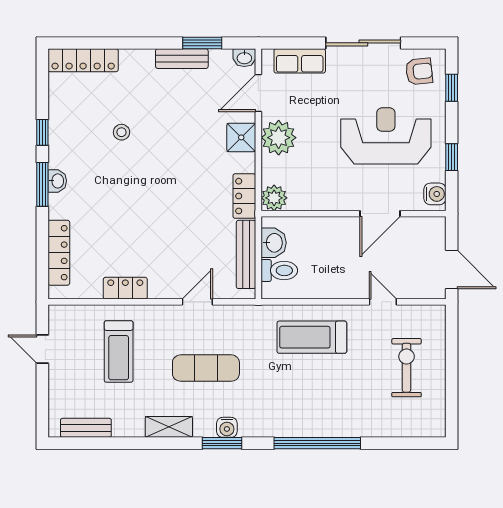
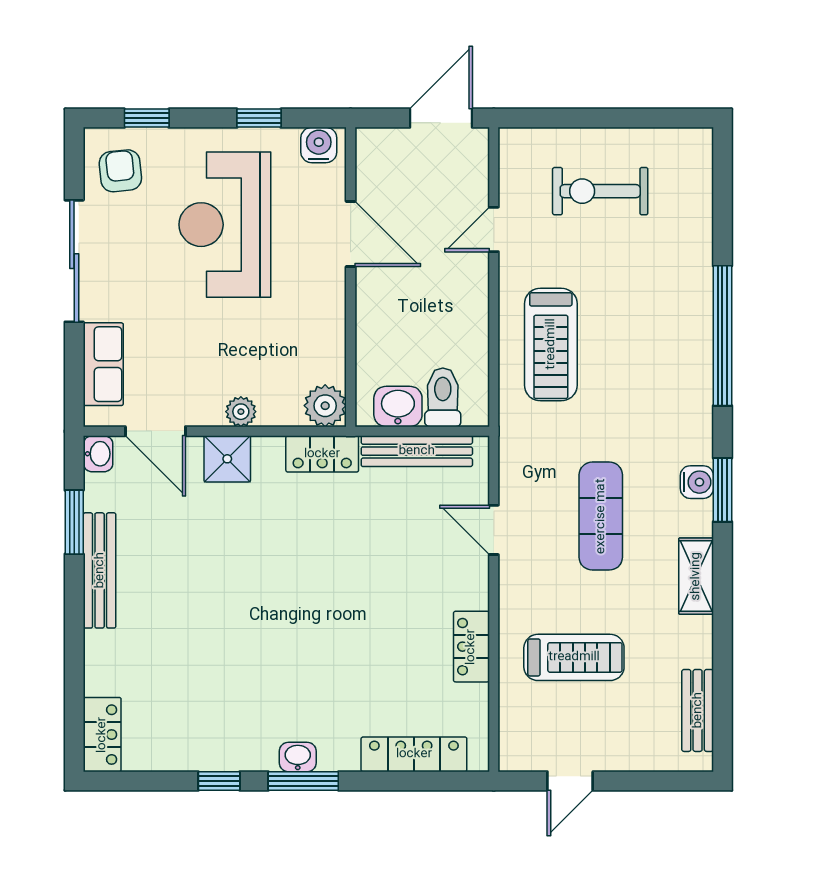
bench: (182, 59) -> (100, 570), width x1.36
locker: (83, 60) -> (102, 735), width x0.66
stool: (121, 132) -> (219, 653), removed
plant: (279, 138) -> (241, 412), width x0.53, depth x0.53

